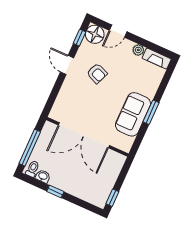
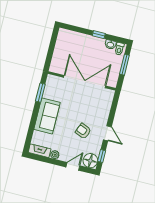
window: (151, 112) -> (40, 93), moved
sofa: (133, 114) -> (47, 116), moved
window: (30, 148) -> (124, 65), width x0.69
window: (112, 198) -> (54, 38), removed

